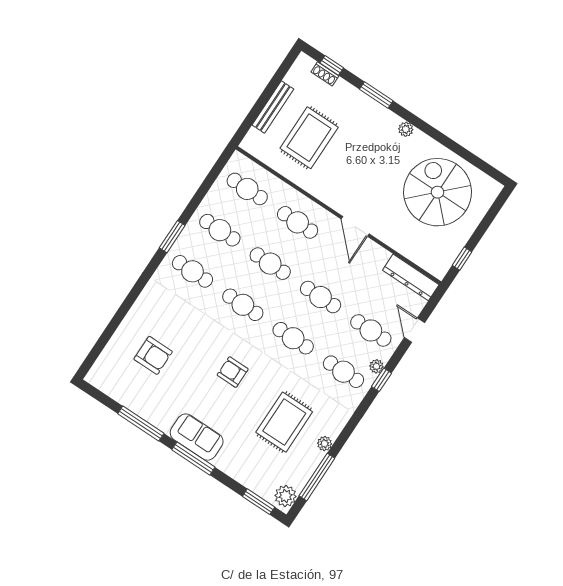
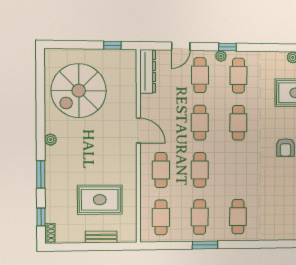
shoe rack: (325, 74) -> (50, 233), moved
bench: (273, 107) -> (101, 237), width x0.73
door: (355, 226) -> (138, 131), hinge flipped
window: (172, 237) -> (205, 245), moved
cafe table: (243, 305) -> (238, 170), removed

